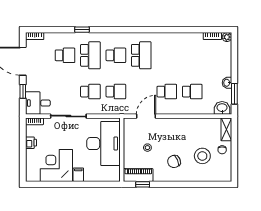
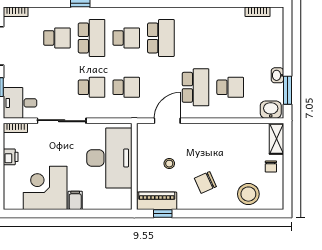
plant: (227, 37) -> (277, 13), removed
school desk: (167, 92) -> (195, 87), width x1.85
stool: (202, 156) -> (248, 194), moved

